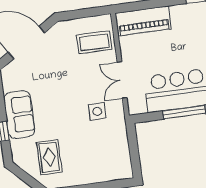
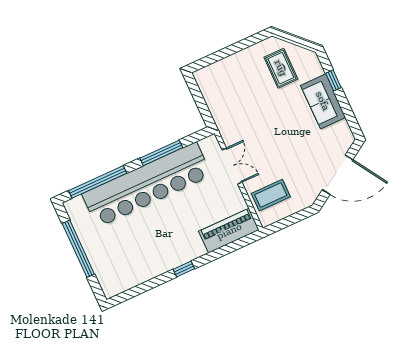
side table: (97, 111) -> (247, 128), removed

